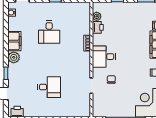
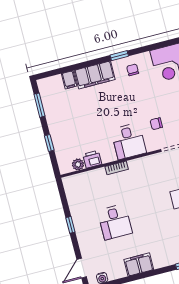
desk: (49, 32) -> (115, 222), turned 90
plant: (14, 57) -> (160, 260), removed

